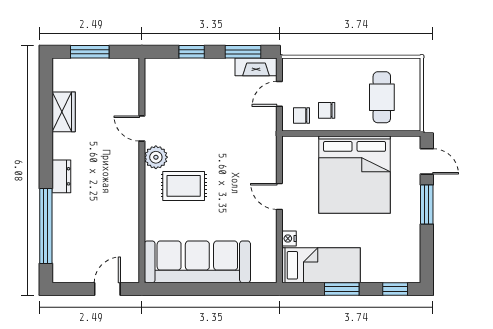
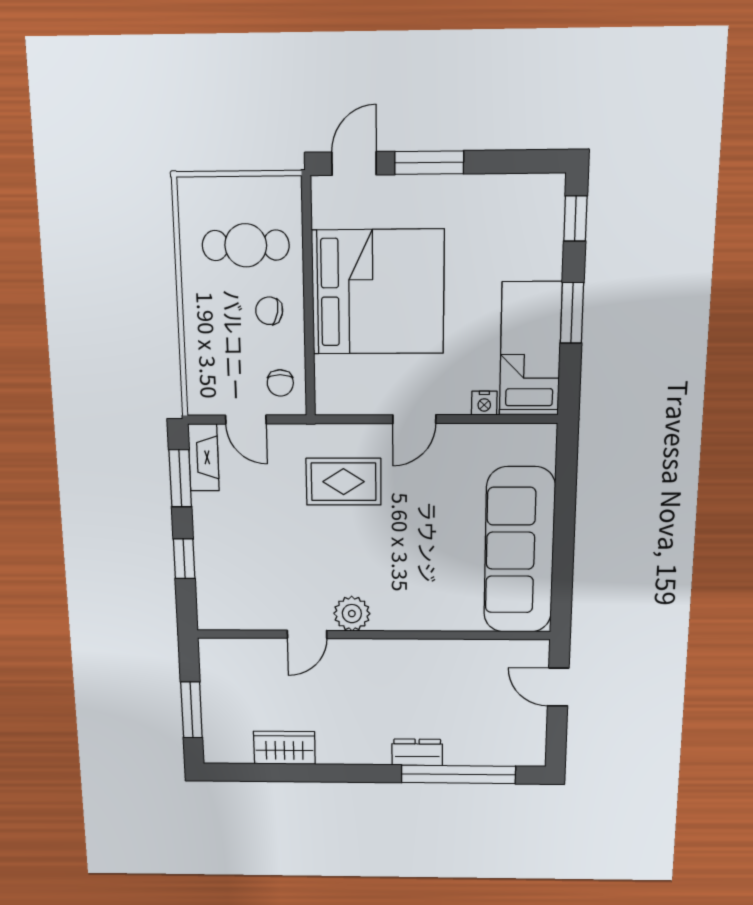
chair: (327, 110) -> (269, 311), moved, turned 101
dresser: (61, 176) -> (417, 752), moved
rug: (184, 186) -> (344, 482), moved, turned 90

